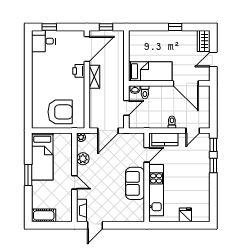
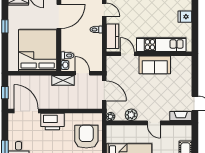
printer: (79, 71) -> (52, 122), width x1.87, depth x1.48
bed: (150, 71) -> (38, 50), width x2.04
shelving: (94, 77) -> (63, 80), moved
door: (74, 182) -> (154, 123), swing flipped

